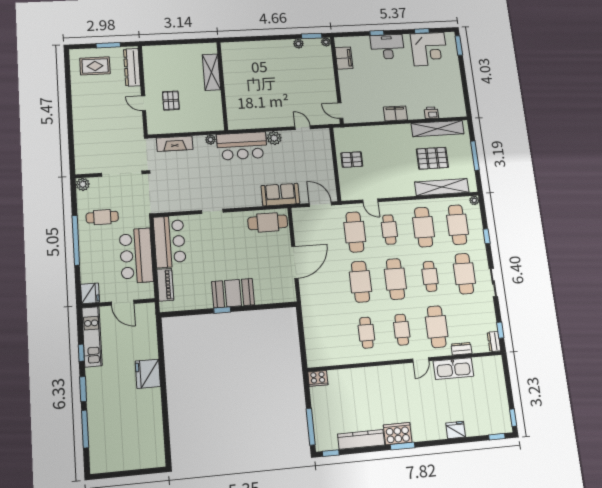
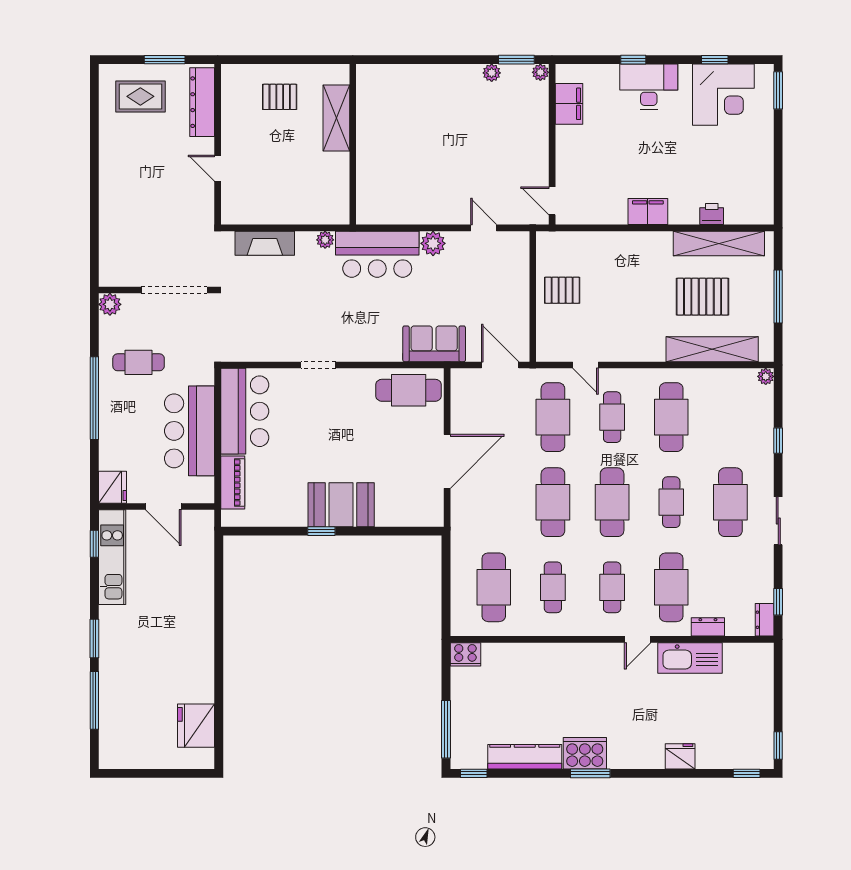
pallet: (171, 101) -> (280, 97), moved, turned 90
cafe table: (457, 225) -> (494, 587), moved
window: (81, 353) -> (94, 544), moved
fridge: (148, 374) -> (196, 726), moved

